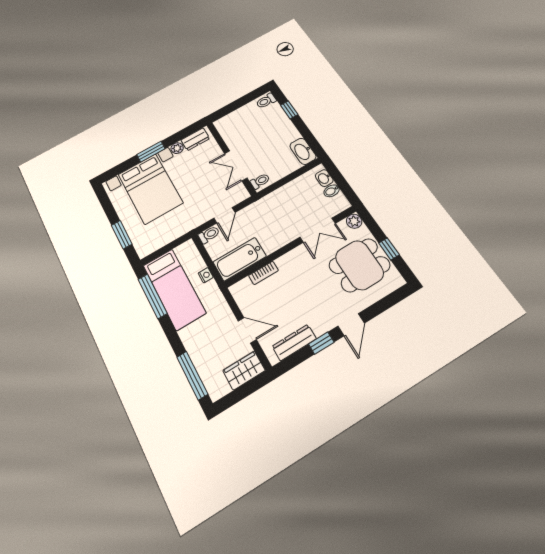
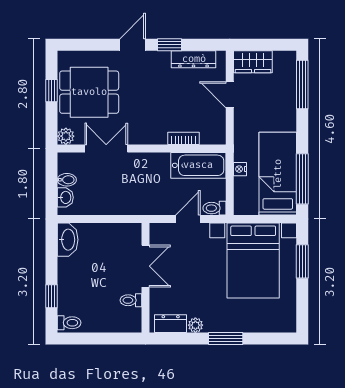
toilet: (260, 181) -> (131, 300), moved
bed with nightstands: (150, 188) -> (253, 261), moved, turned 180

